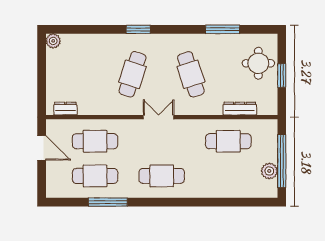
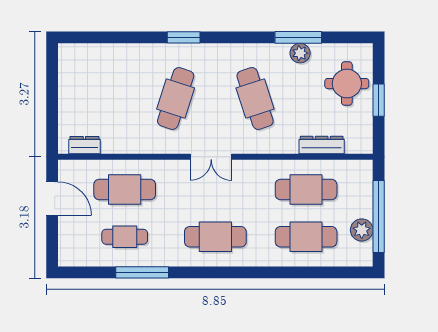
plant: (53, 41) -> (300, 53), moved
double door: (159, 117) -> (211, 157), swing flipped
cafe table: (95, 176) -> (125, 237), width x0.73, depth x0.74
cafe table: (228, 176) -> (306, 237), added

